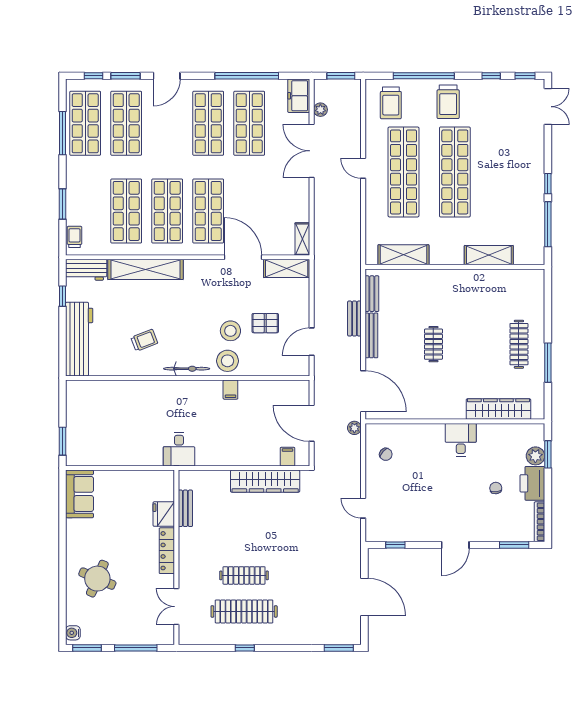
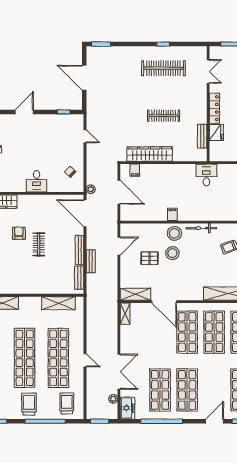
armchair: (463, 361) -> (19, 233), added
desk: (461, 440) -> (37, 181), moved
clothes rail: (244, 575) -> (164, 116), moved

